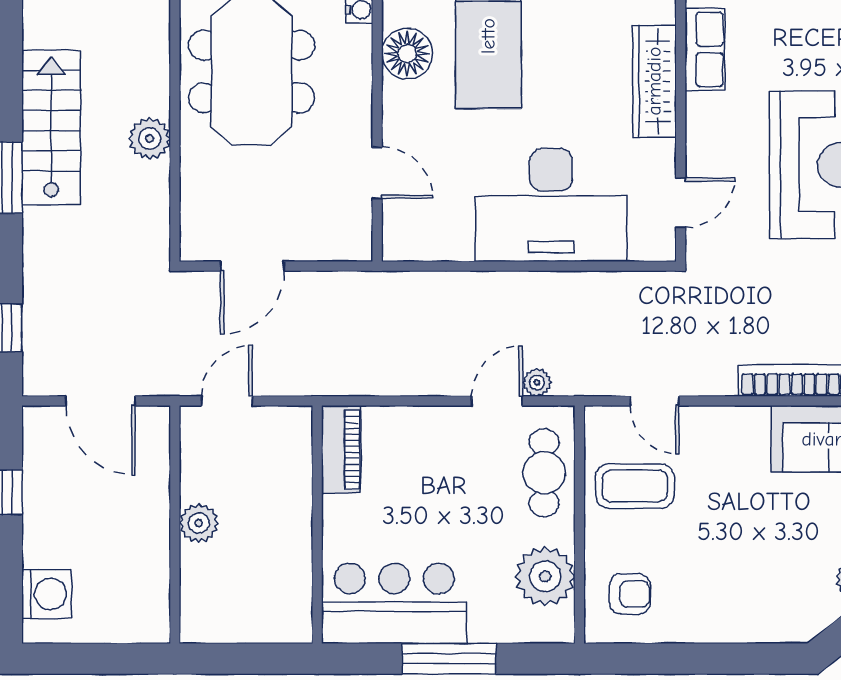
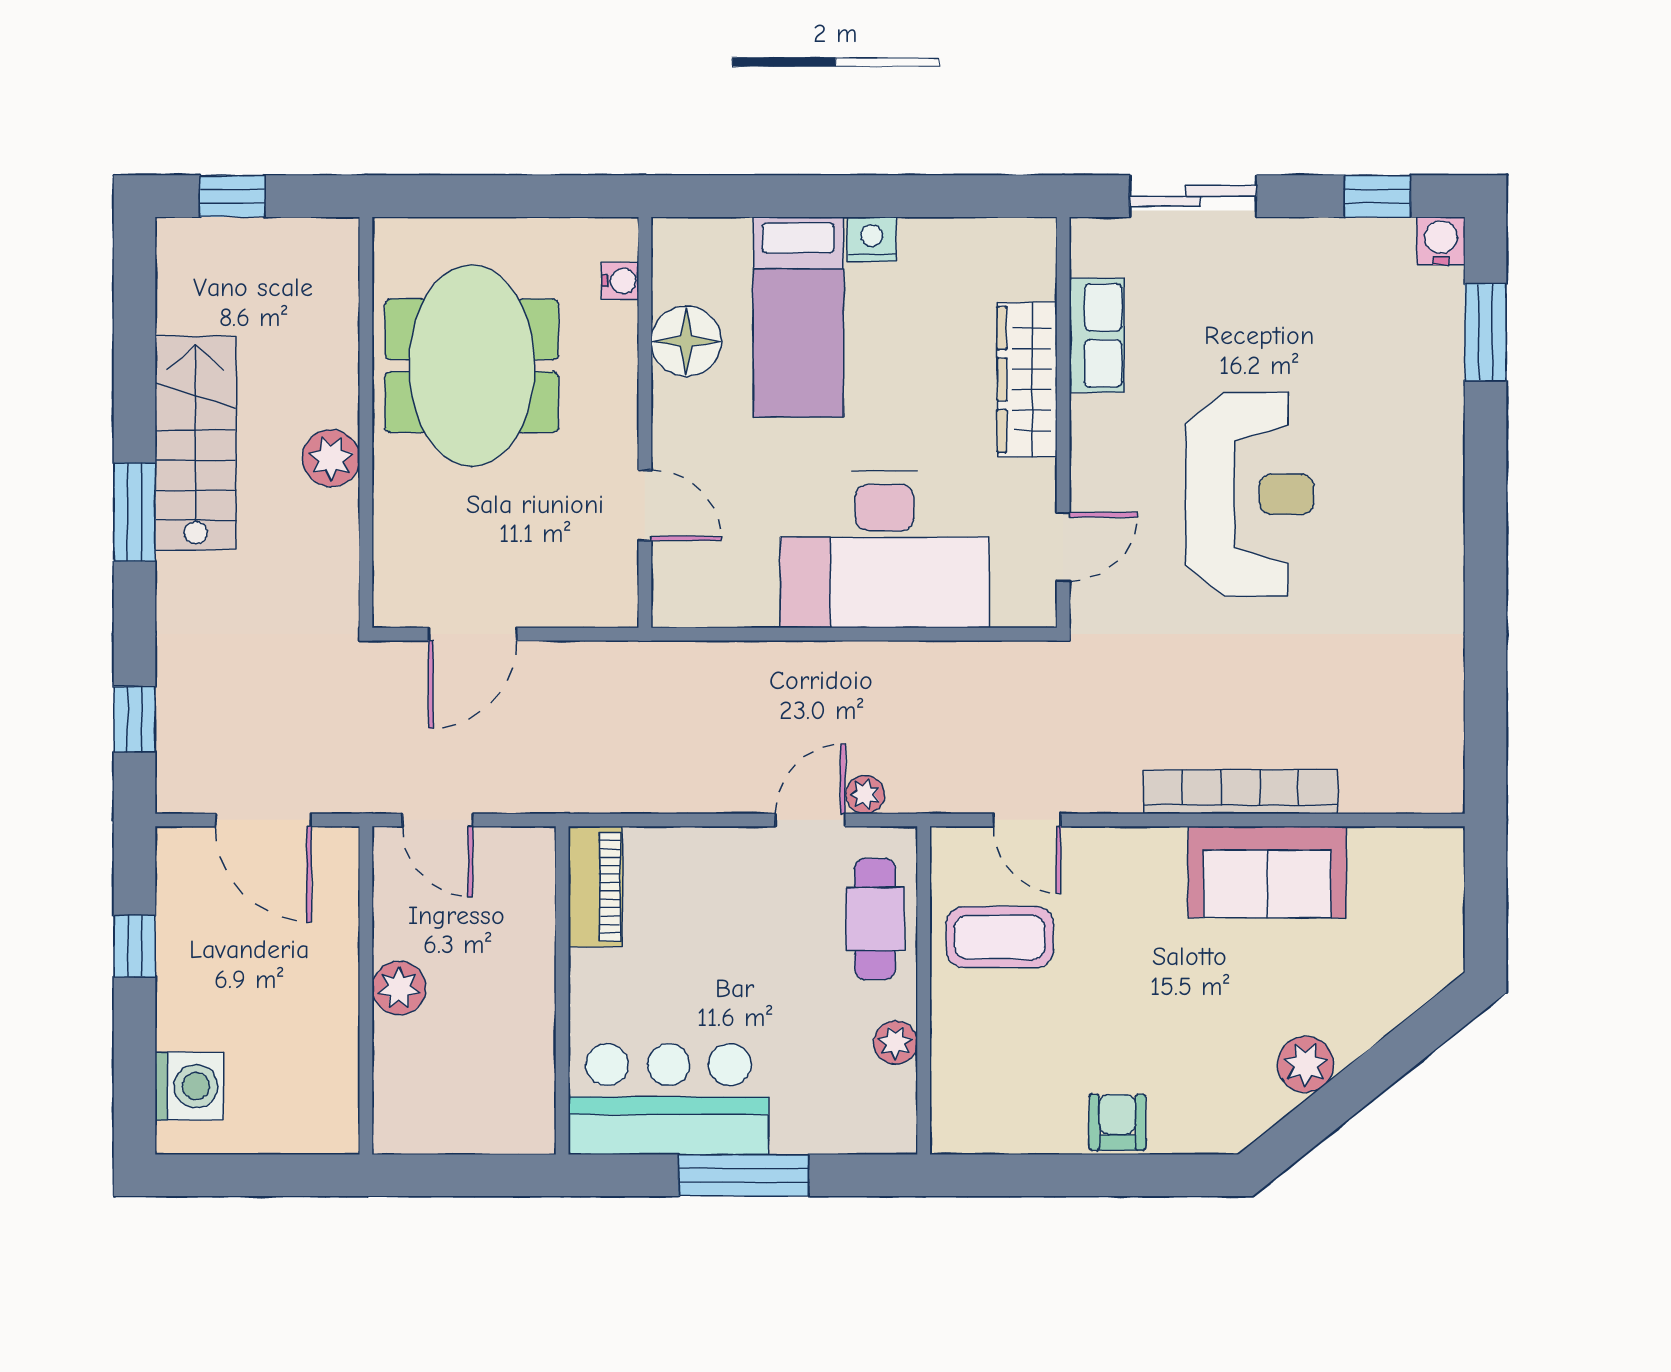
door: (227, 401) -> (438, 820), swing flipped
plant: (545, 576) -> (896, 1042), width x0.53, depth x0.53
armchair: (630, 594) -> (1117, 1122), moved, turned -90

